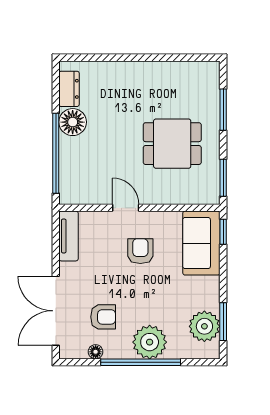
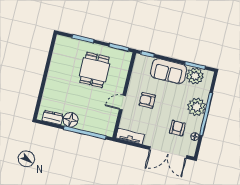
sofa: (201, 243) -> (169, 71), moved

